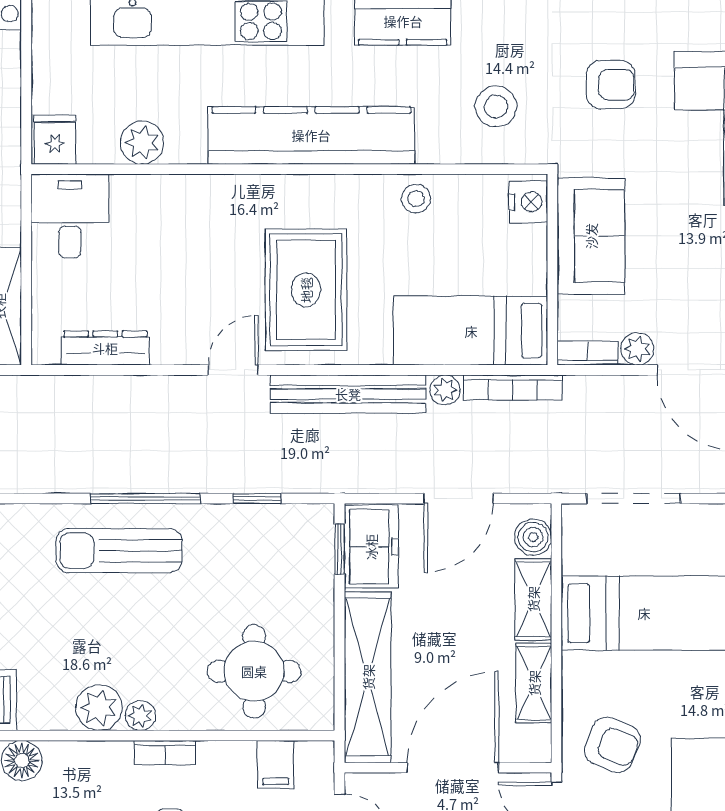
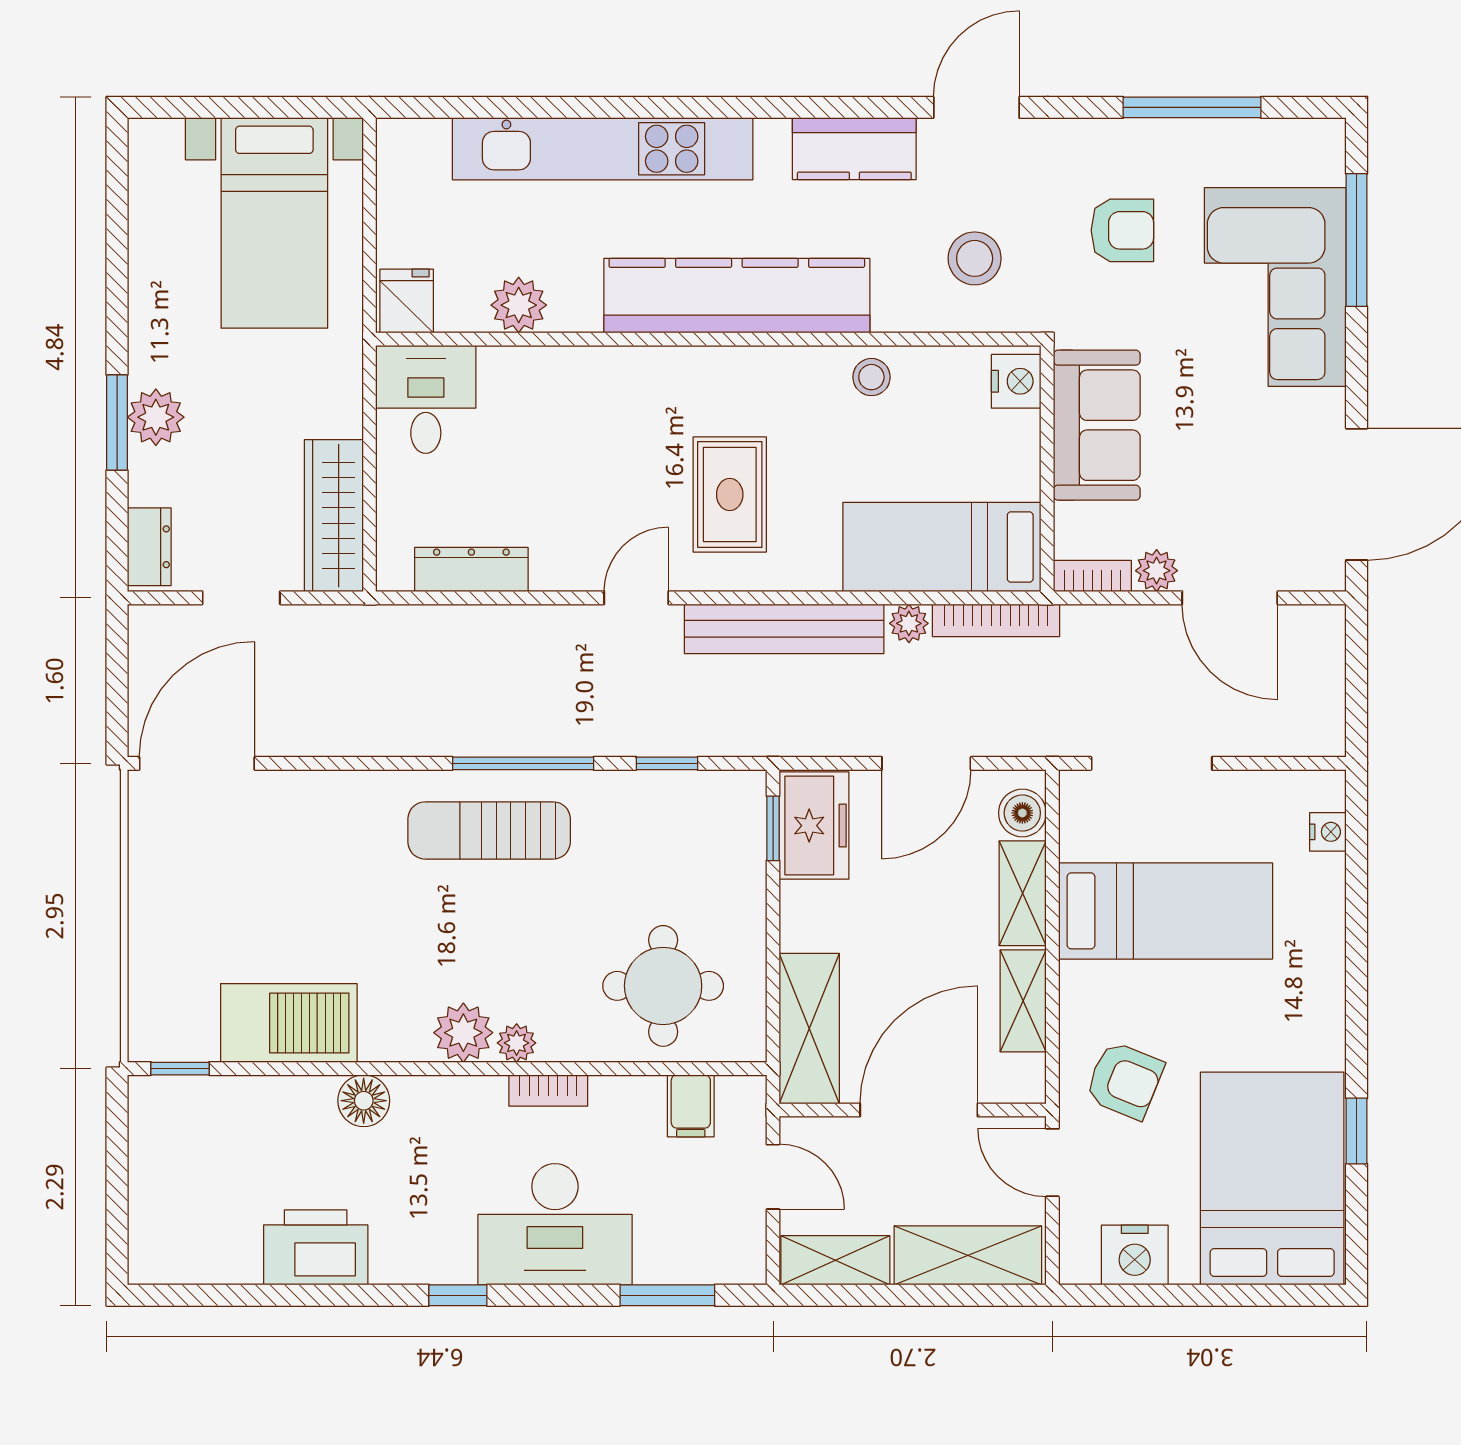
rug: (306, 290) -> (730, 495), width x0.73, depth x0.70
shelving: (368, 677) -> (809, 1029), width x0.68

